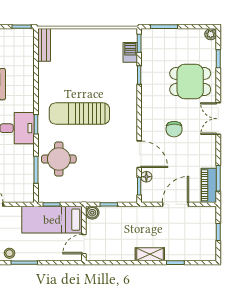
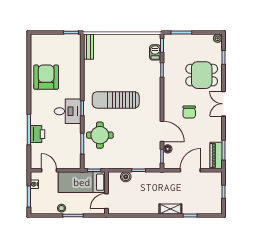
bed: (52, 220) -> (82, 182), moved
wall: (84, 233) -> (106, 193), moved
door: (84, 244) -> (106, 201), moved

